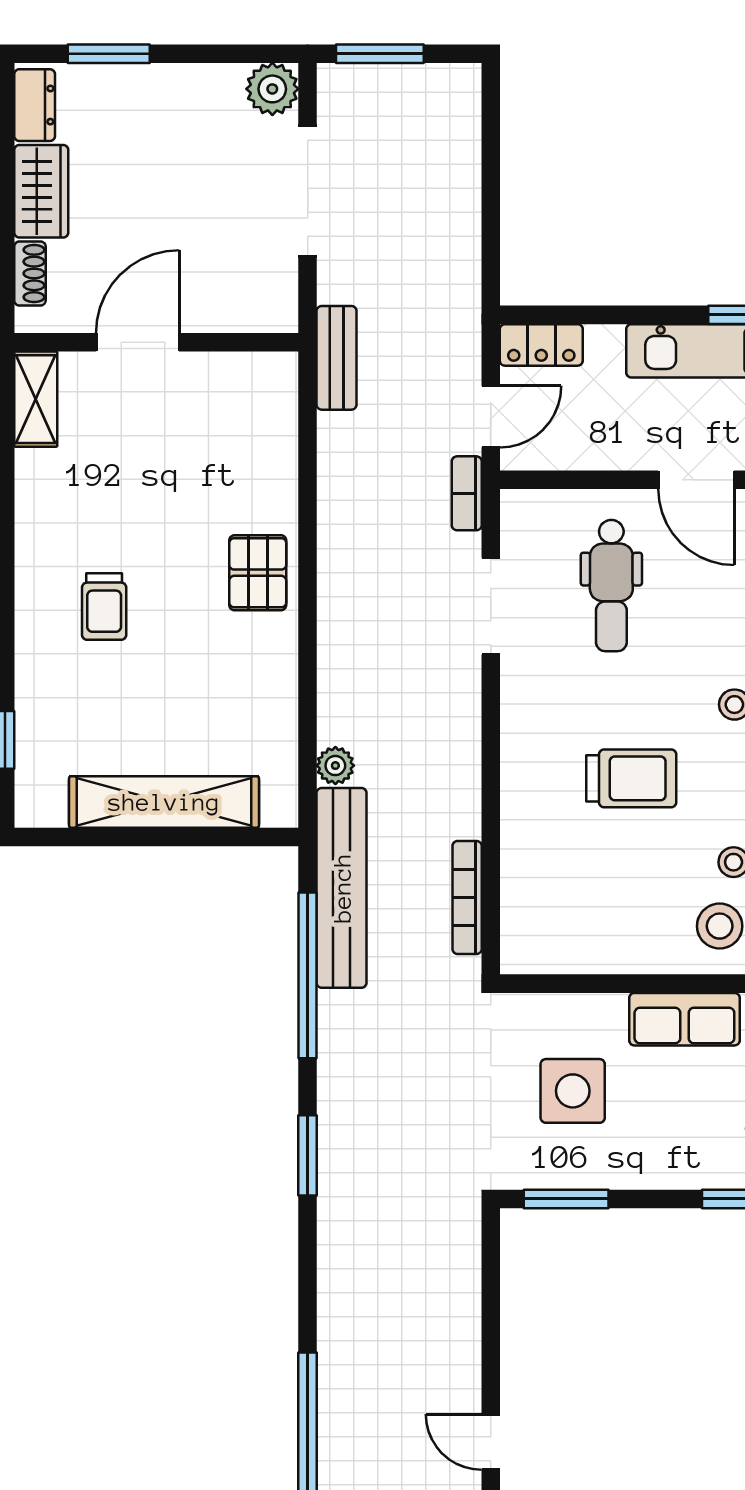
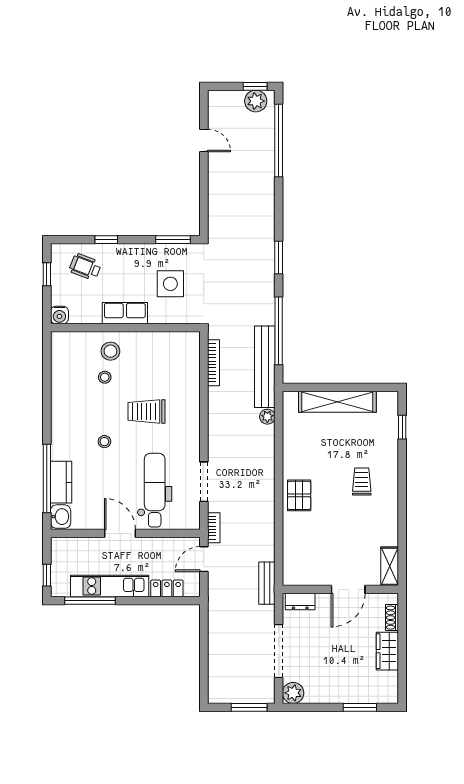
dresser: (35, 105) -> (300, 601), moved, turned -90
locker: (541, 345) -> (167, 588), moved
dental chair: (611, 586) -> (155, 490), width x1.36, depth x1.38

